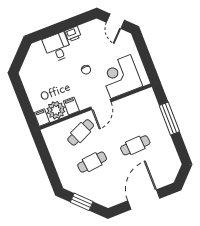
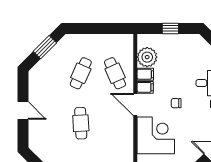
window: (23, 100) -> (170, 28), added
filing cabinet: (42, 118) -> (145, 87), moved
cafe table: (92, 162) -> (81, 73), turned 30
door: (144, 200) -> (23, 111), width x0.53

